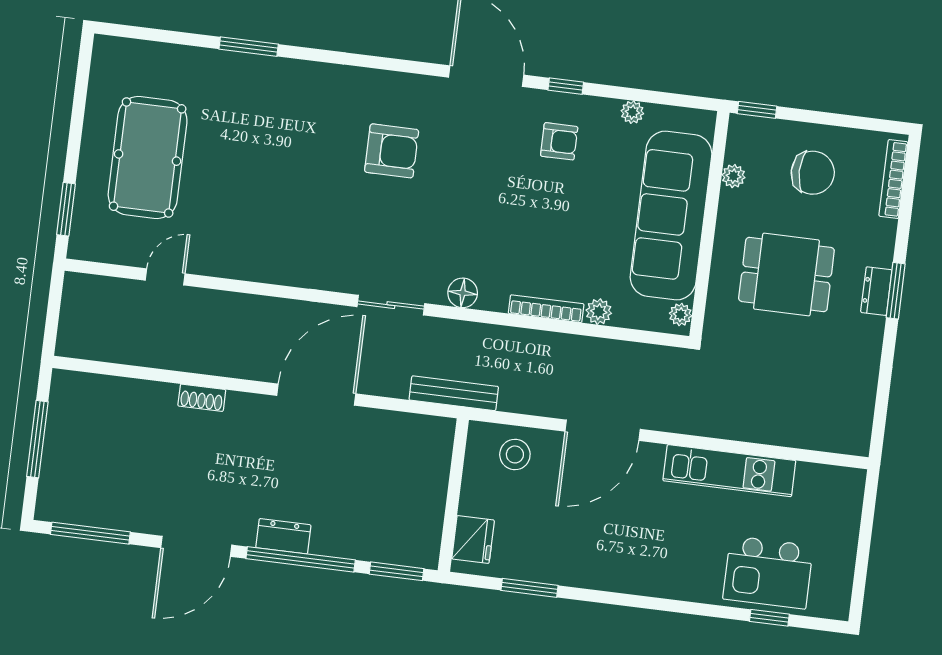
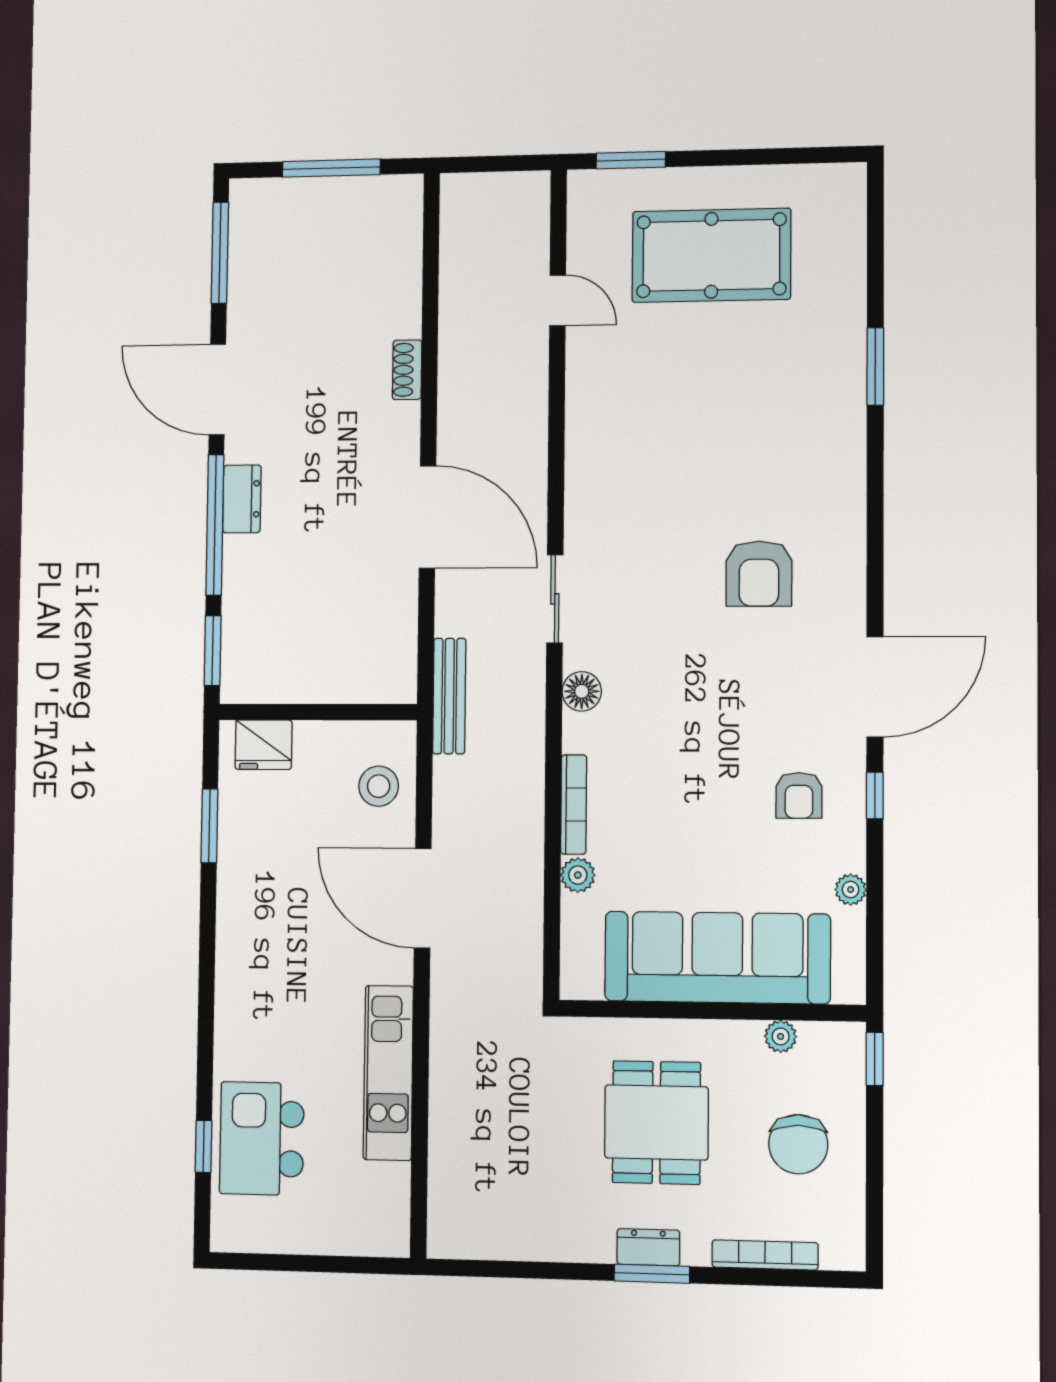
bookcase: (893, 179) -> (765, 1255), moved
plant: (680, 315) -> (586, 985), removed

